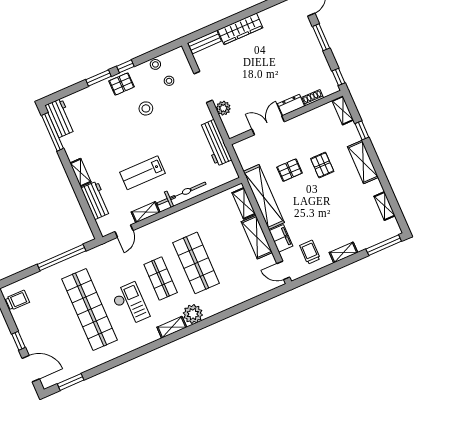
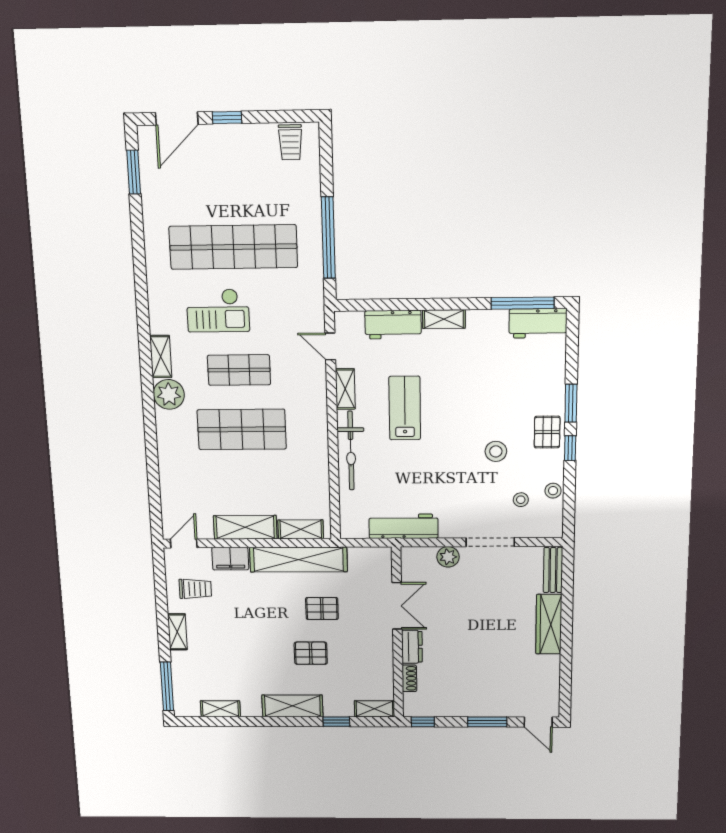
pallet: (290, 170) -> (322, 608), turned 90

